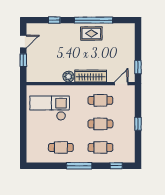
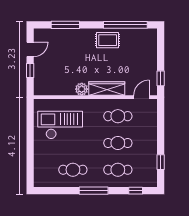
window: (54, 20) -> (65, 25), width x2.17
window: (93, 20) -> (125, 25), moved
window: (138, 124) -> (161, 162), moved

